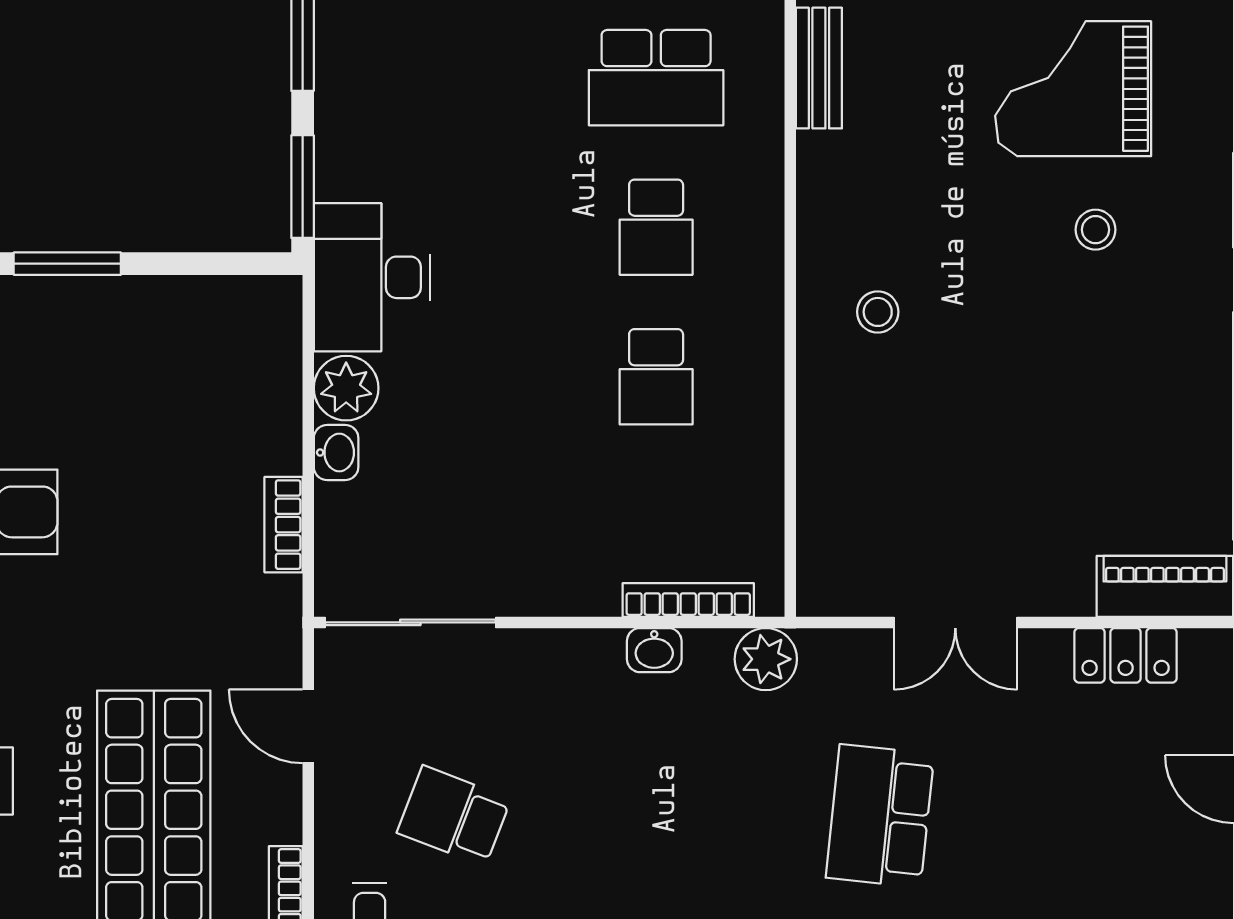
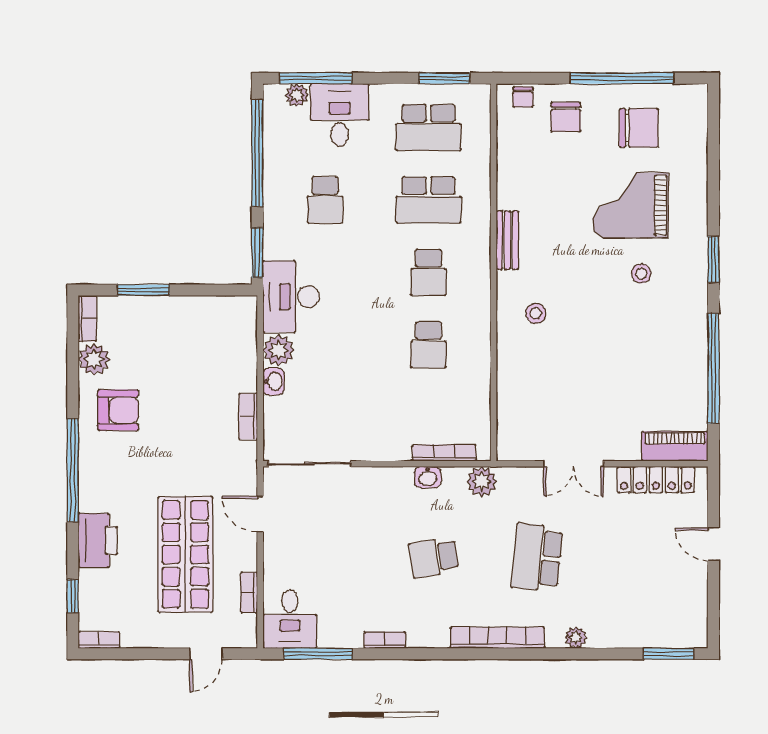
bench: (819, 68) -> (507, 240), moved
school desk: (442, 78) -> (325, 200), added
locker: (1126, 655) -> (656, 480), width x1.53
school desk: (454, 816) -> (434, 557), moved, turned -30

